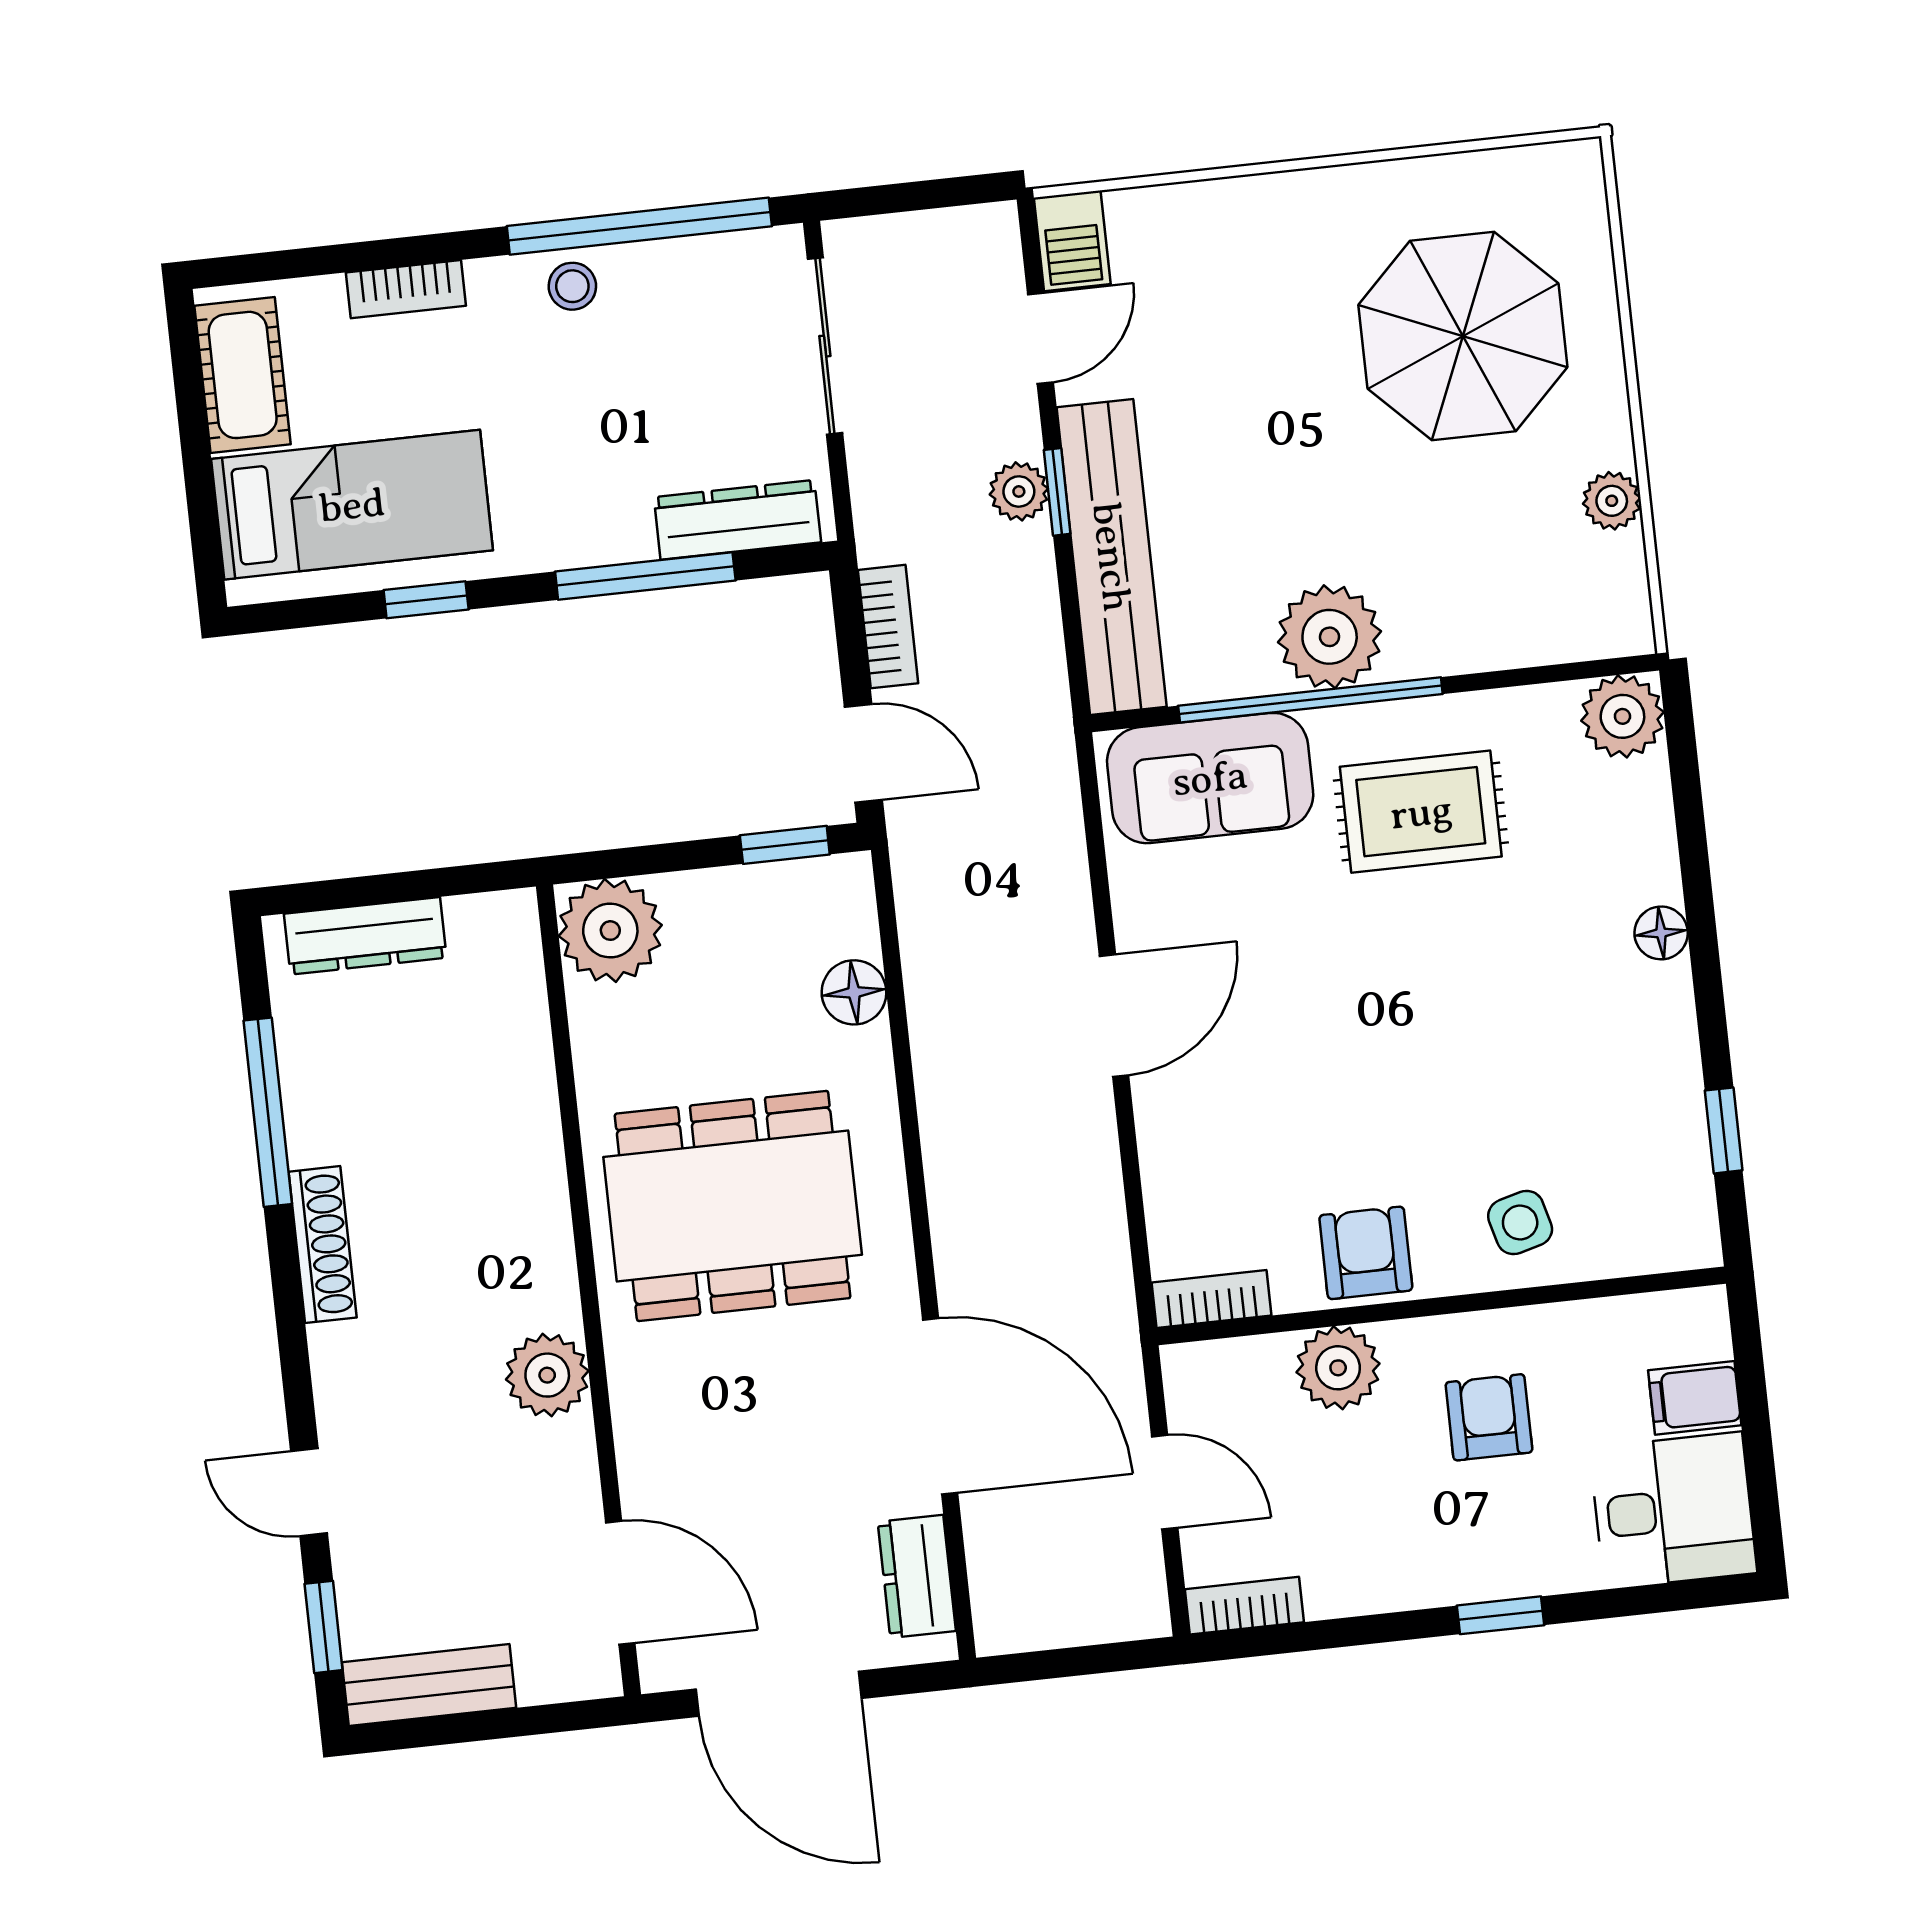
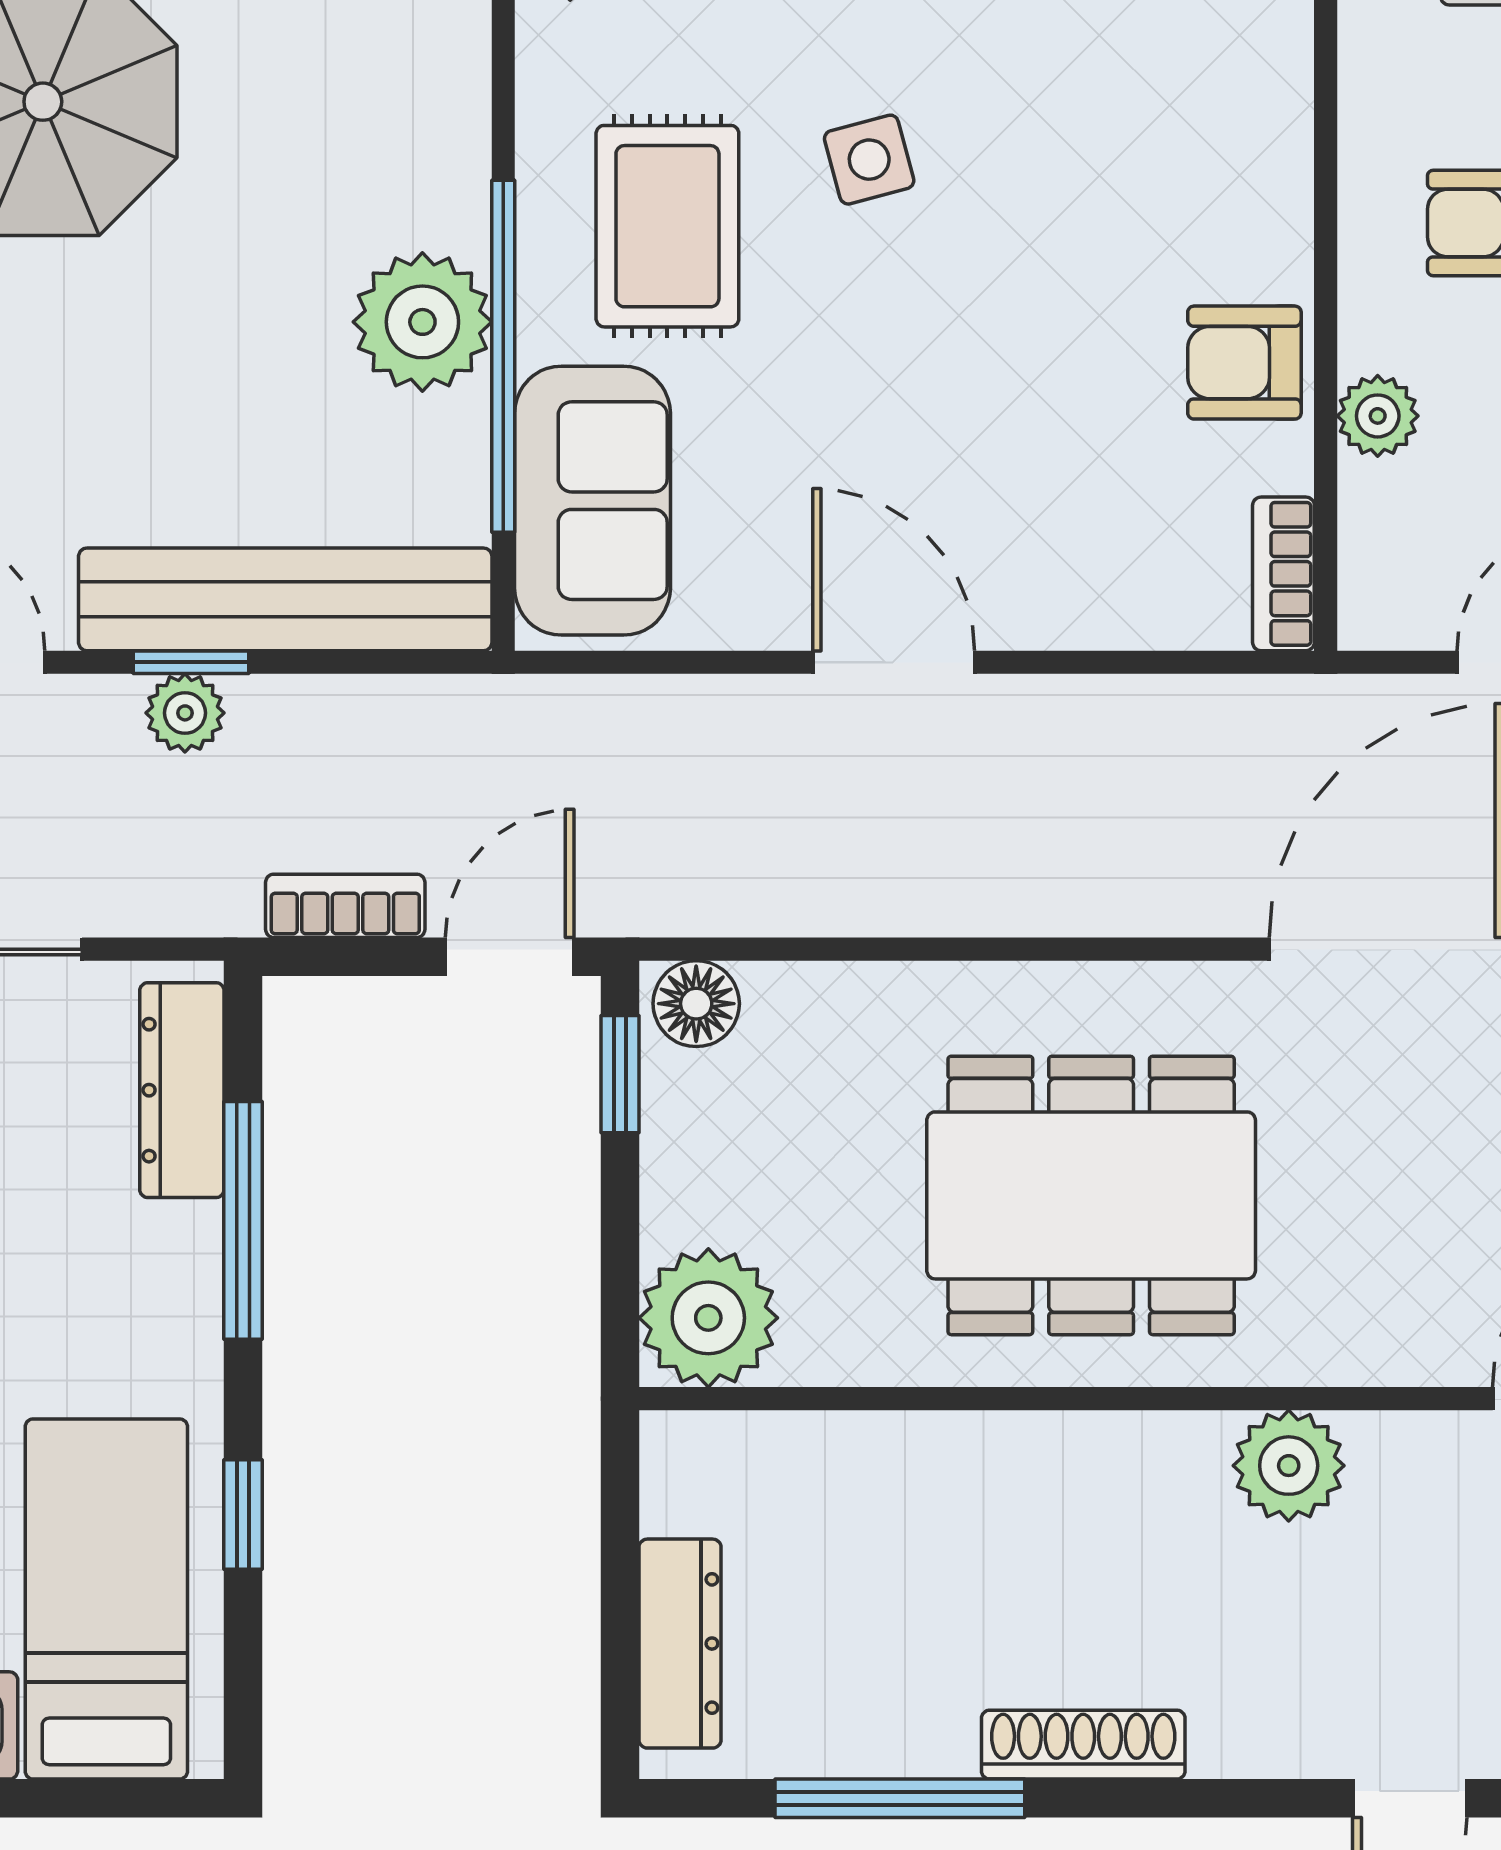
floor lamp: (854, 992) -> (696, 1004), moved
dining table: (733, 1206) -> (1091, 1195), turned 90
side table: (1520, 1222) -> (869, 160), moved
plant: (1338, 1368) -> (1378, 416), width x0.73, depth x0.73

